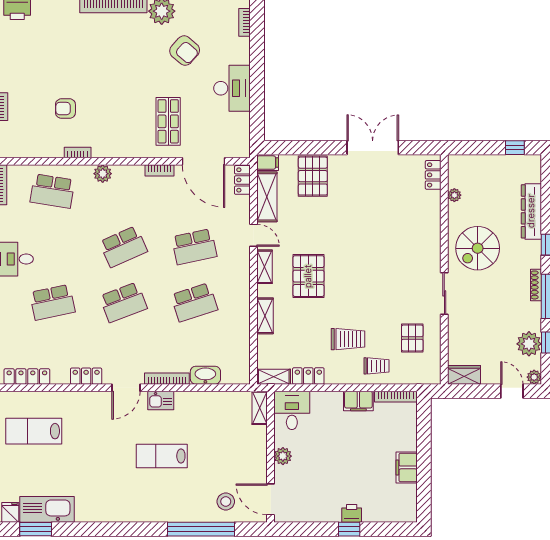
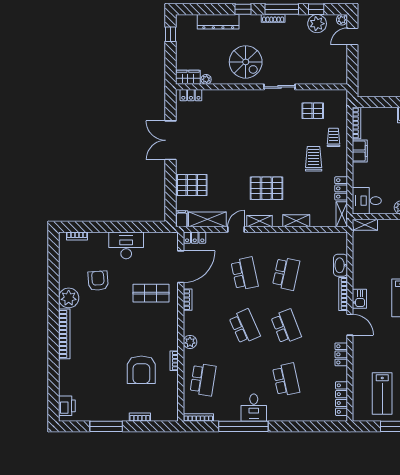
armchair: (185, 51) -> (98, 281), turned -45
armchair: (65, 109) -> (141, 370), width x1.88, depth x1.88
school desk: (194, 302) -> (286, 274), turned 30
wardrobe: (464, 375) -> (188, 77), moved, turned 90

